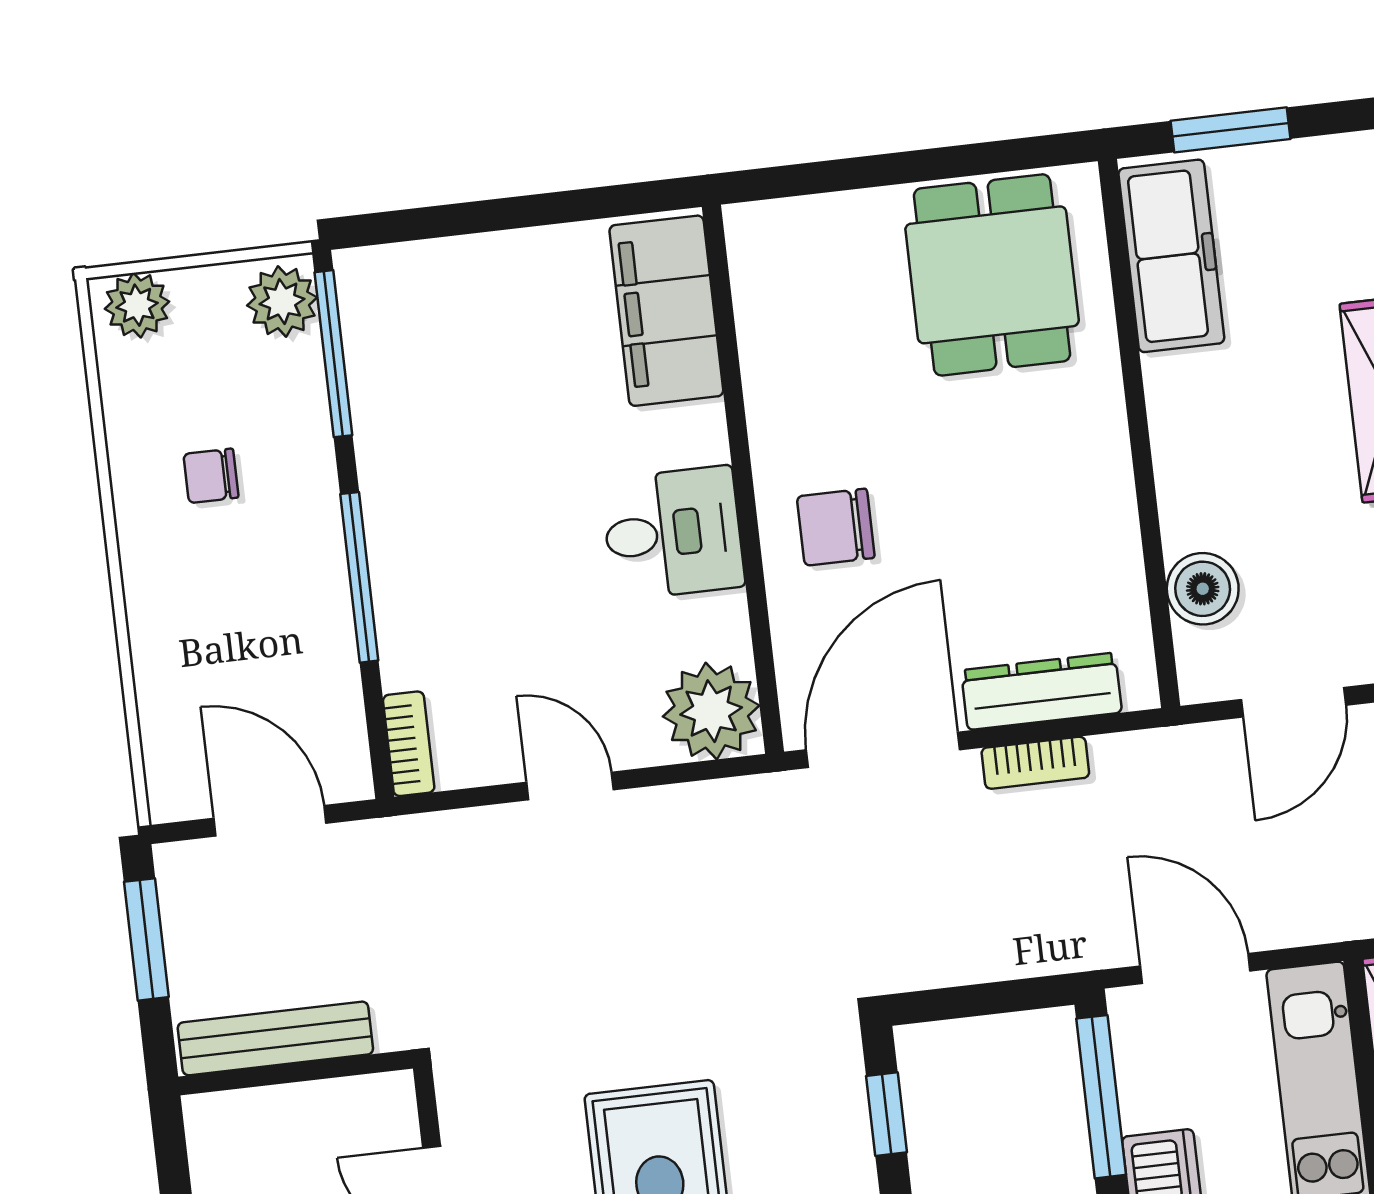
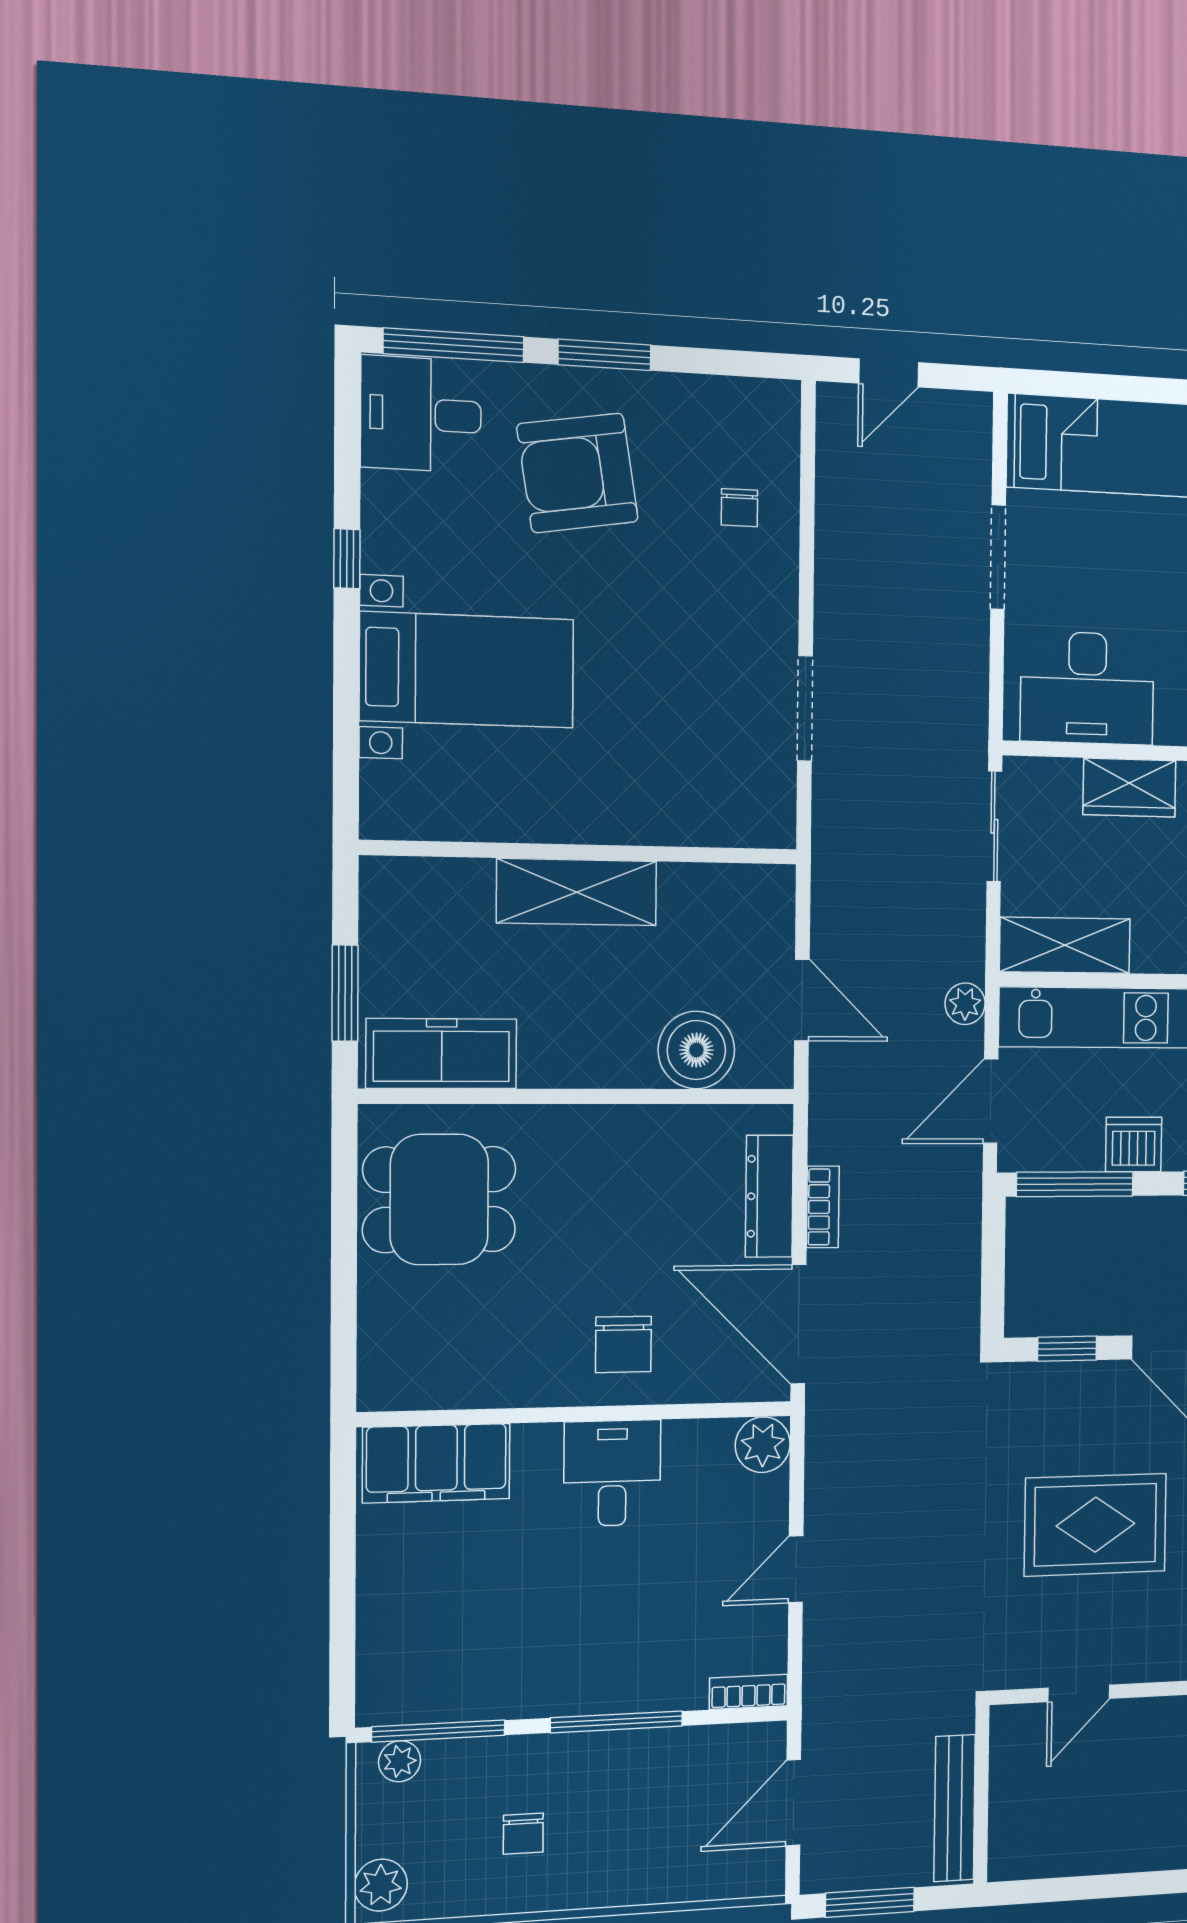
plant: (282, 301) -> (400, 1761), width x0.73, depth x0.73
boiler: (1203, 589) -> (696, 1050), width x1.37, depth x1.37
plant: (711, 711) -> (763, 1445), width x0.73, depth x0.73
plant: (1316, 918) -> (965, 1004), added

